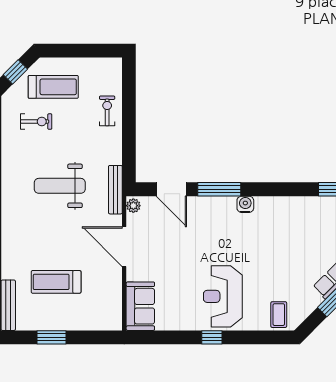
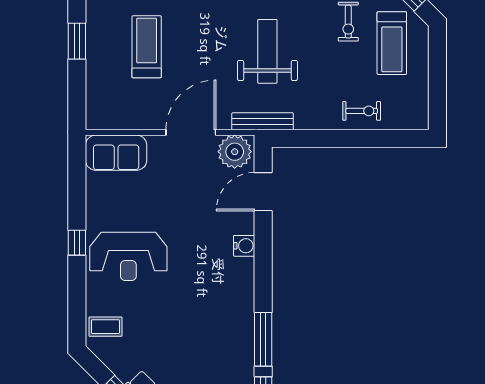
window: (219, 189) -> (263, 339), moved
water cooler: (245, 204) -> (244, 246), moved
plant: (133, 206) -> (235, 152), width x1.87, depth x1.87
reception desk: (223, 296) -> (128, 256), turned 180

